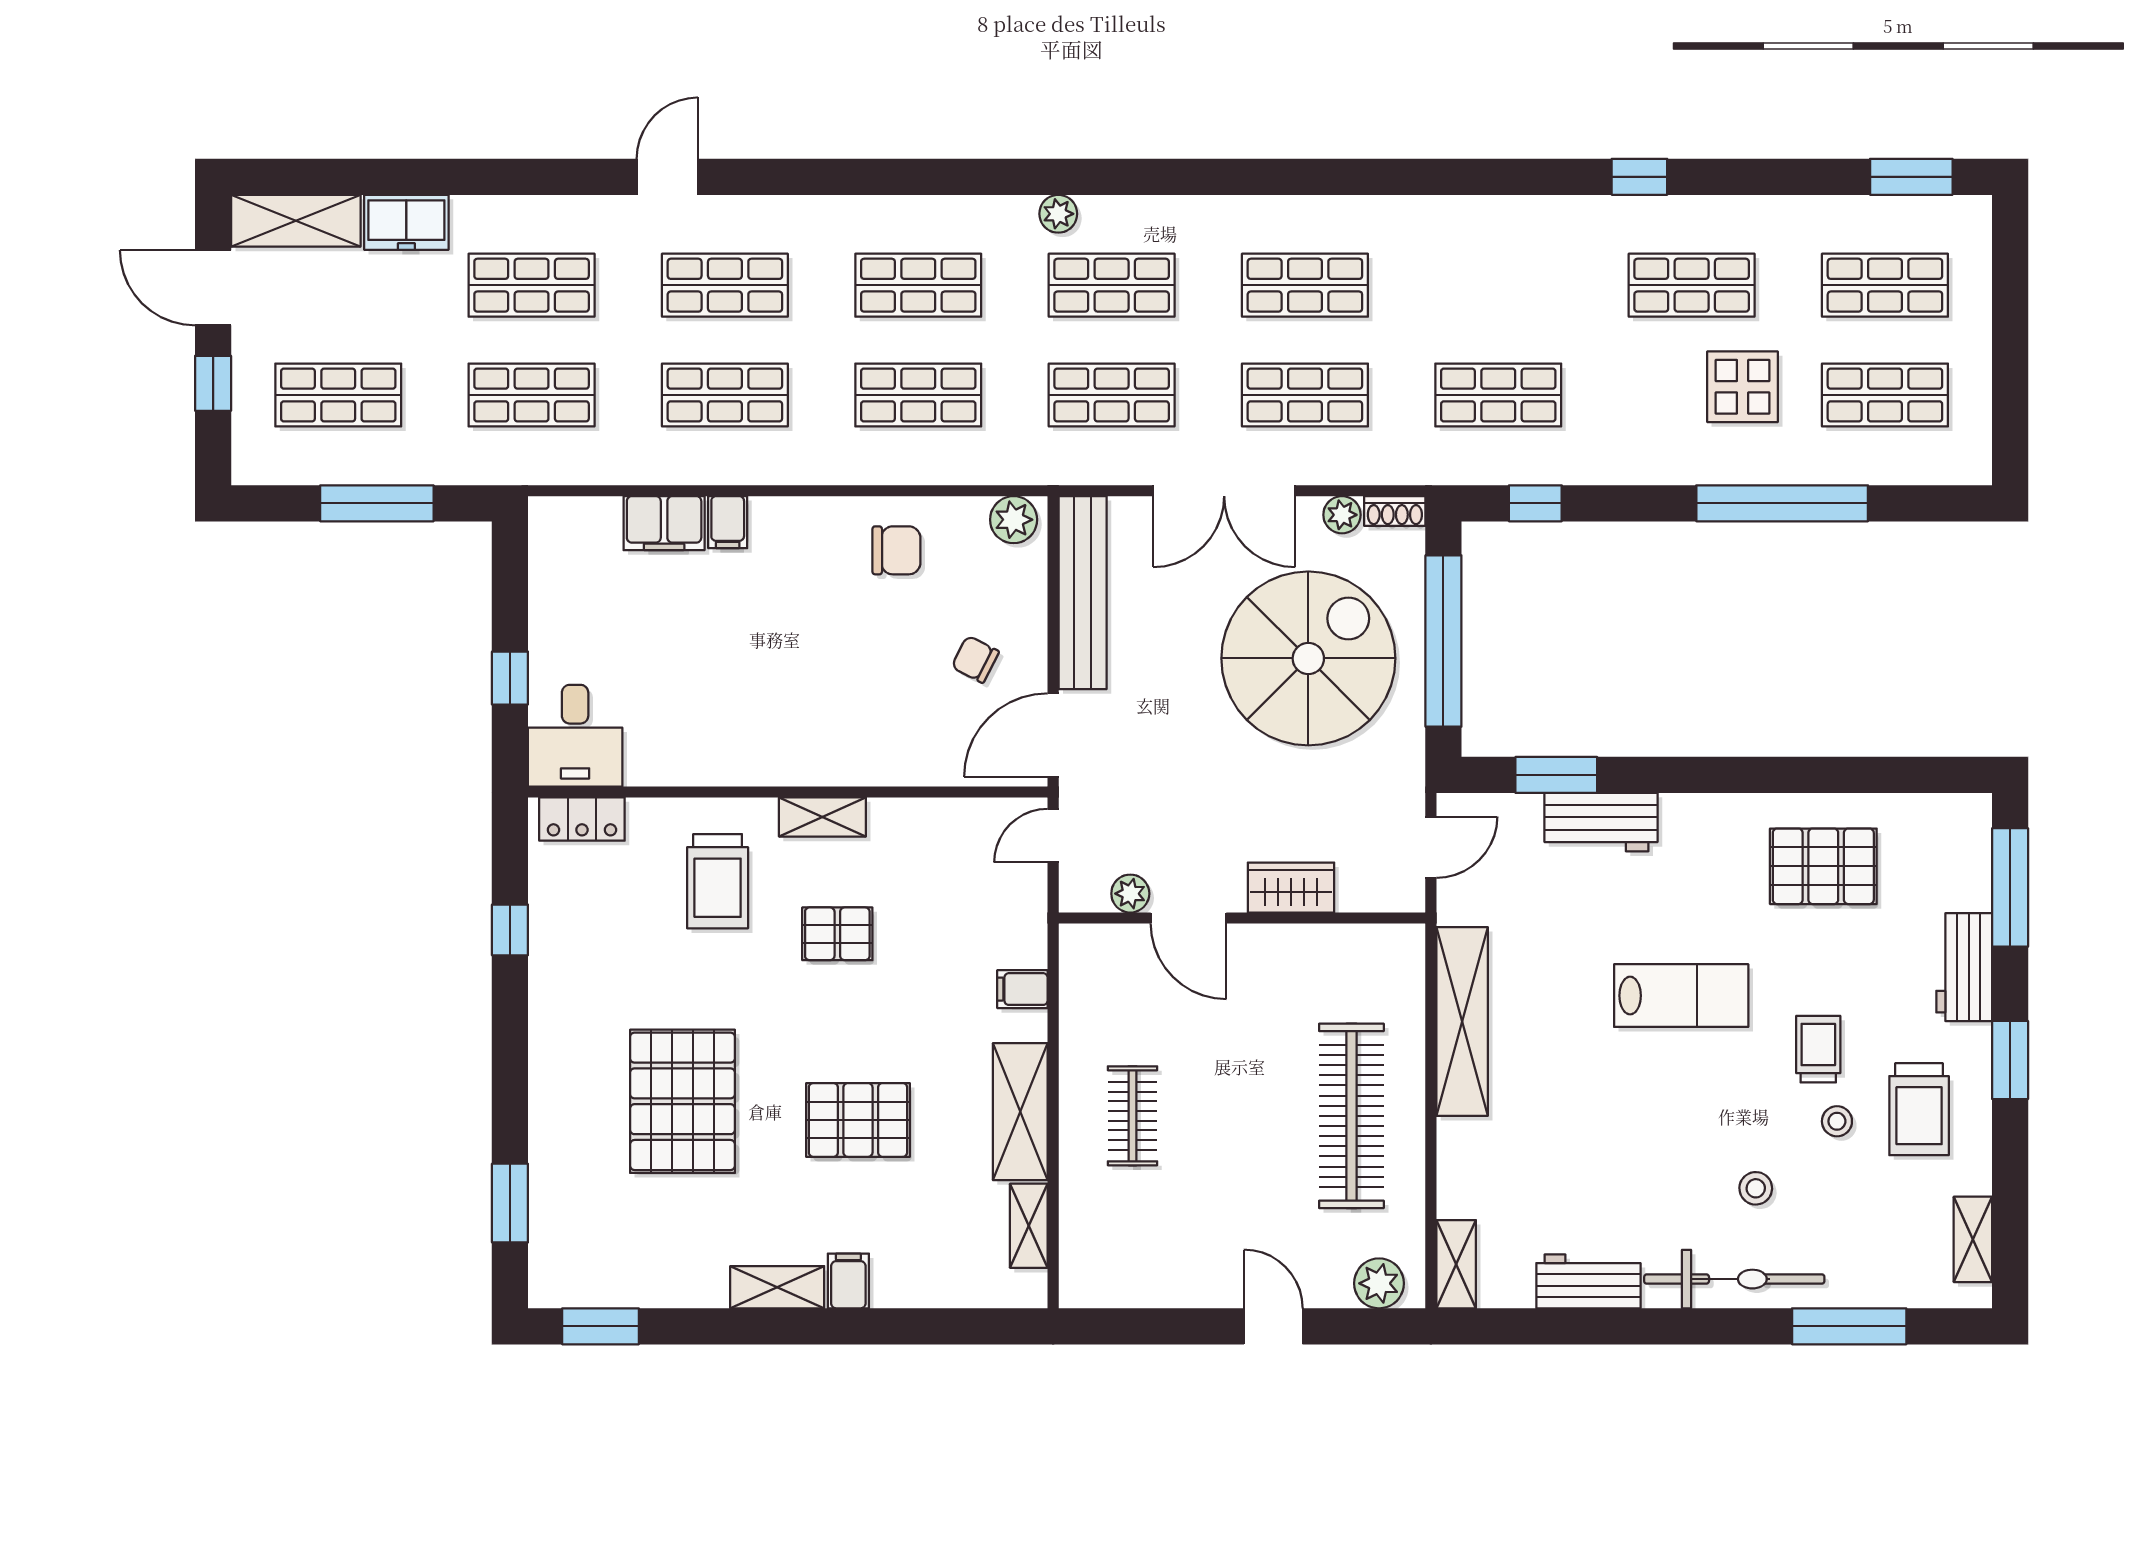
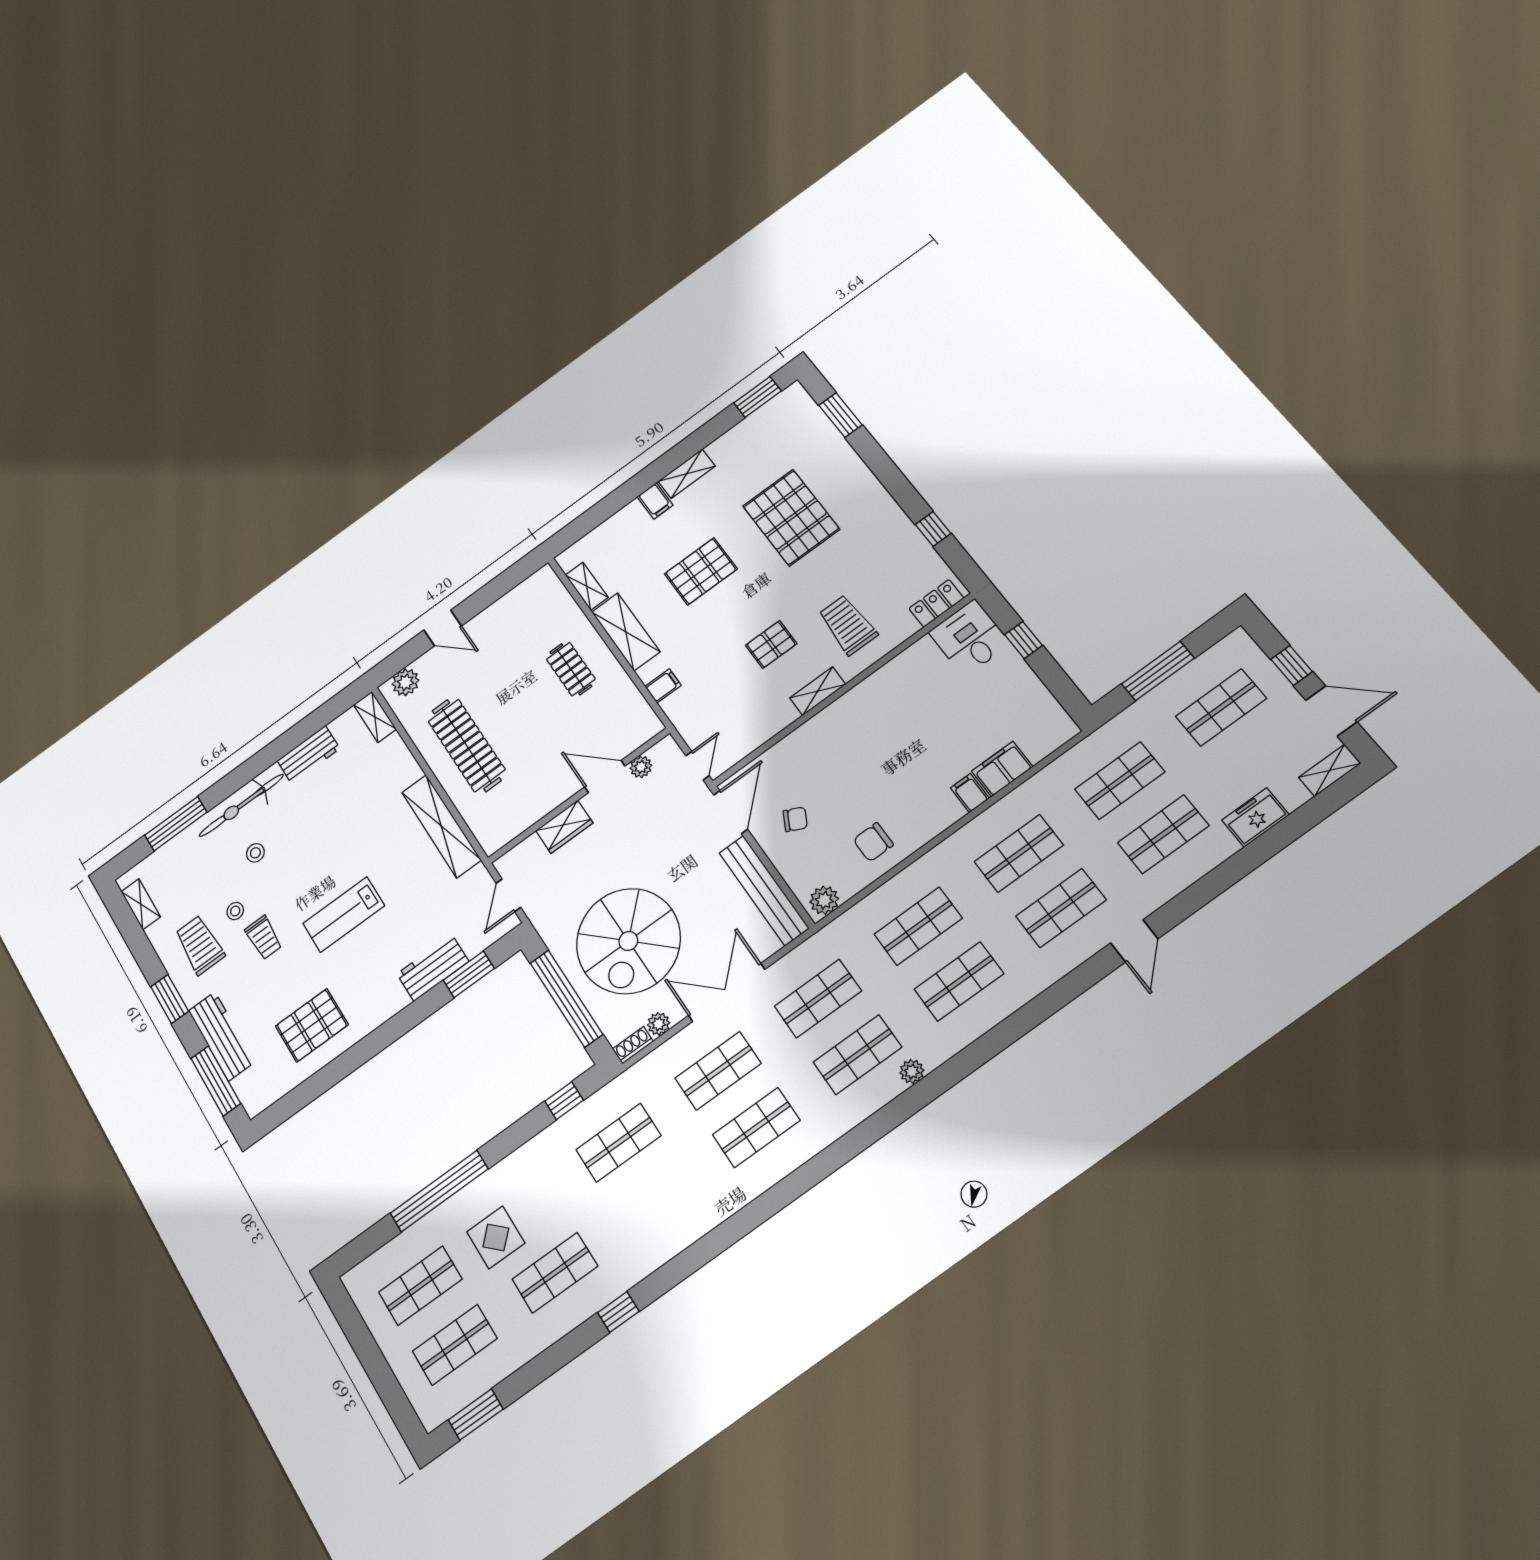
shelving: (296, 221) -> (1330, 770), width x0.67, depth x0.75
workbench: (1964, 967) -> (222, 1036), width x1.37

